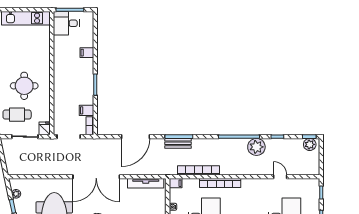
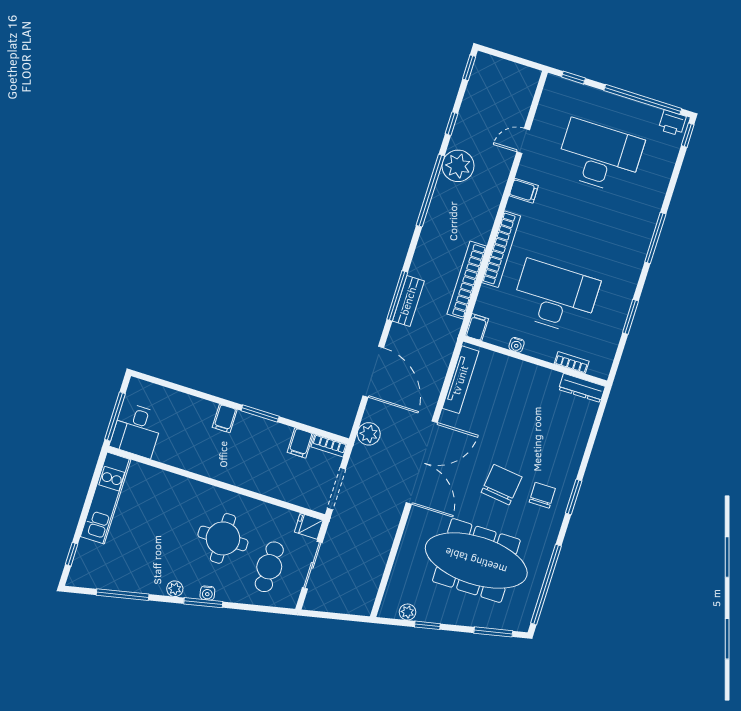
filing cabinet: (87, 53) -> (225, 418), moved
plant: (310, 144) -> (369, 434), moved
filing cabinet: (254, 185) -> (524, 191), added

